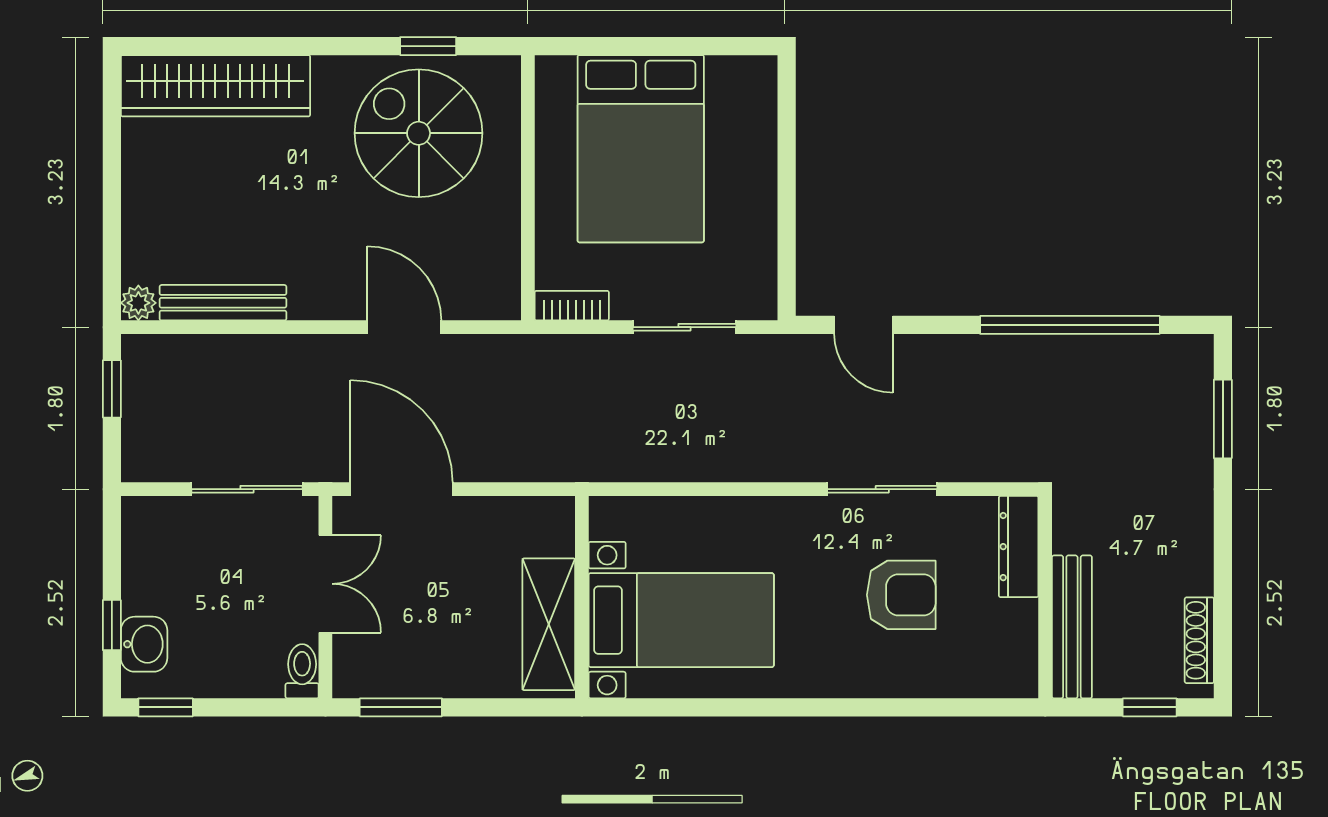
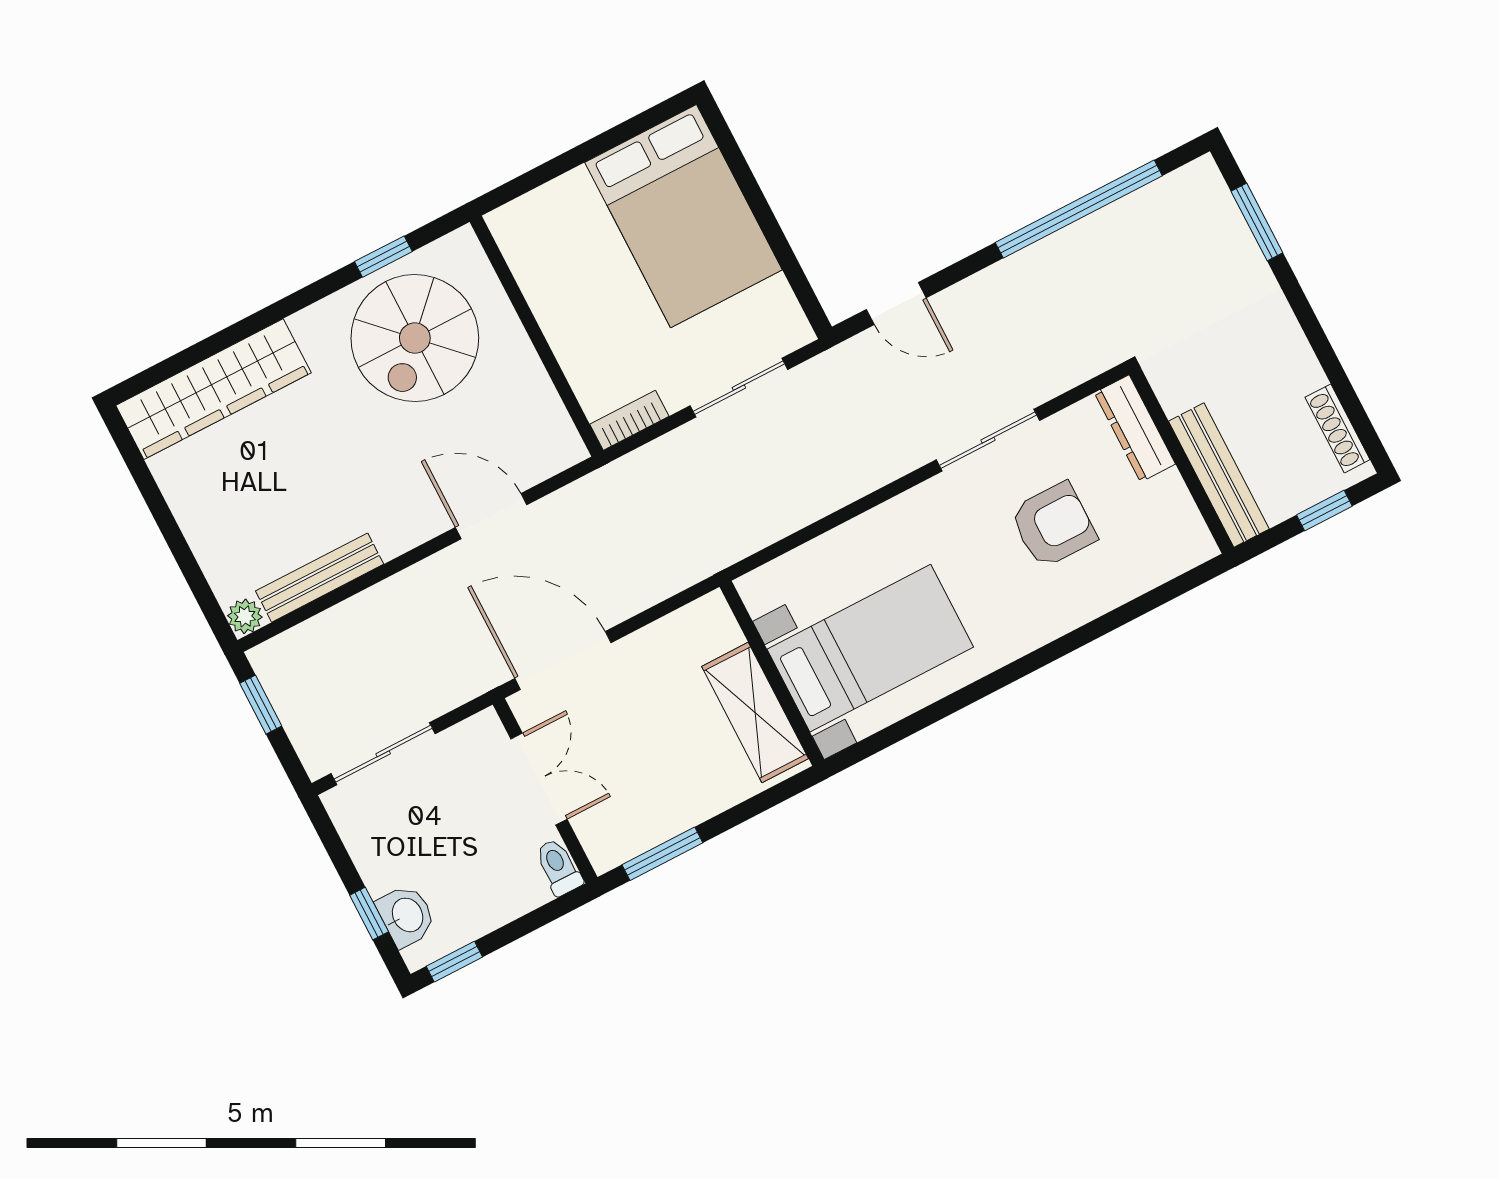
spiral stairs: (419, 133) -> (415, 338), turned -90
bed: (641, 149) -> (683, 216), moved
sliding door: (247, 489) -> (383, 754), moved

